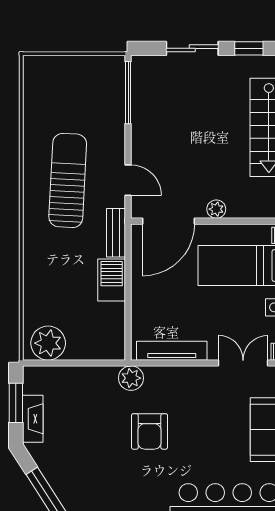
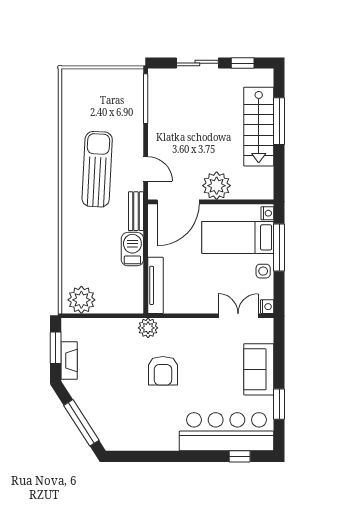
plant: (216, 209) -> (217, 186), width x1.87, depth x1.87
tv unit: (172, 351) -> (155, 285), moved, turned 90

